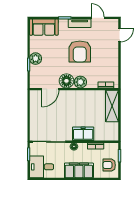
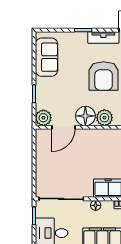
sofa: (44, 27) -> (47, 57), moved, turned -90
plant: (36, 59) -> (43, 118), moved

